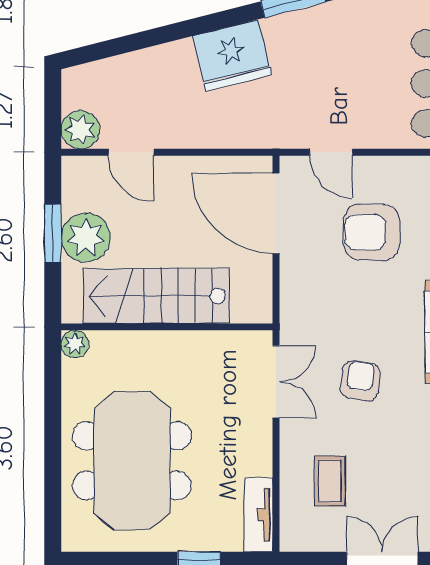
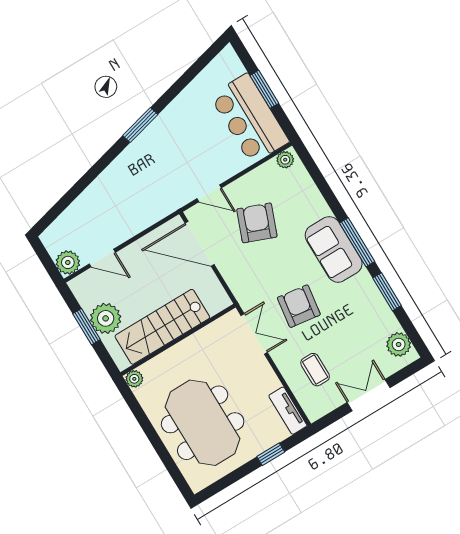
fridge: (232, 55) -> (125, 174), removed
armchair: (372, 232) -> (257, 223), turned 111
armchair: (360, 381) -> (299, 306), width x1.38, depth x1.38

